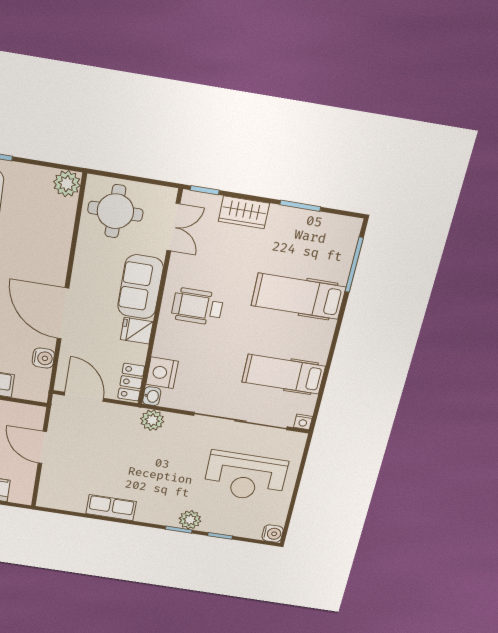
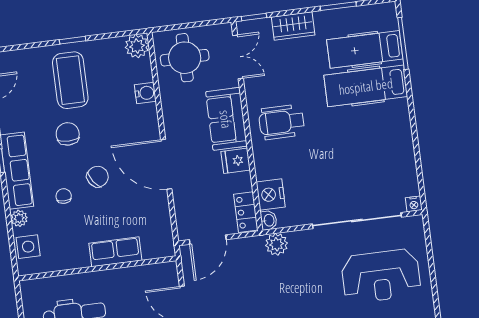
water cooler: (43, 358) -> (145, 93), moved
hospital bed: (284, 374) -> (365, 49), moved
door: (84, 397) -> (208, 240), swing flipped

